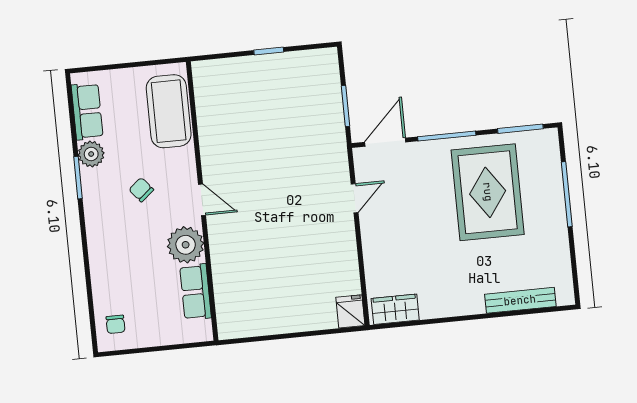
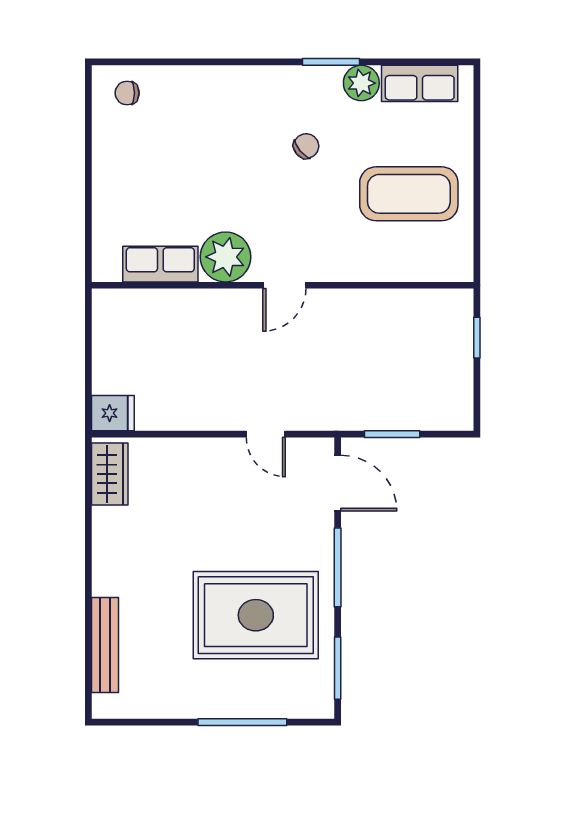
door: (202, 200) -> (284, 285), moved
wall: (202, 201) -> (283, 285), moved
plant: (186, 245) -> (226, 257), moved
row of seats: (196, 292) -> (160, 264), moved

